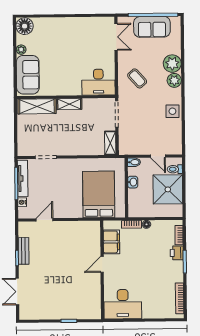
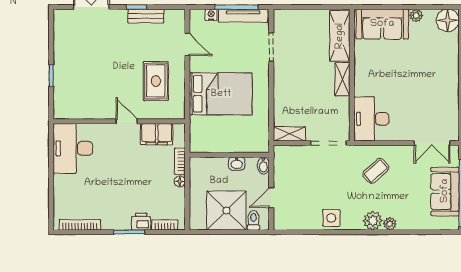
plant: (172, 64) -> (390, 224), width x0.53, depth x0.53
bed: (99, 194) -> (221, 94), moved
rug: (72, 243) -> (156, 81), added

